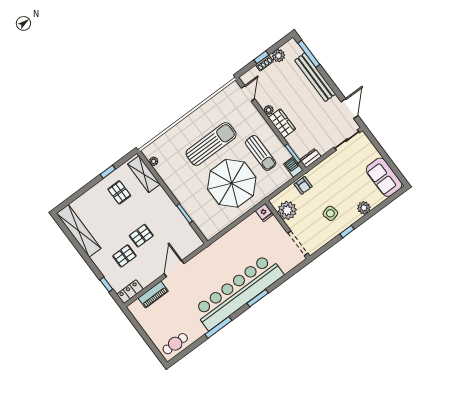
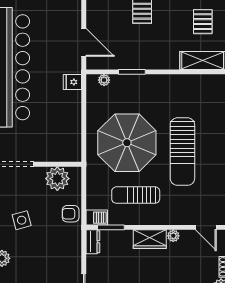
plant: (154, 161) -> (104, 80), moved
pallet: (119, 192) -> (203, 22), turned 90
fridge: (264, 213) -> (72, 82), moved
door: (174, 269) -> (84, 42), moved

